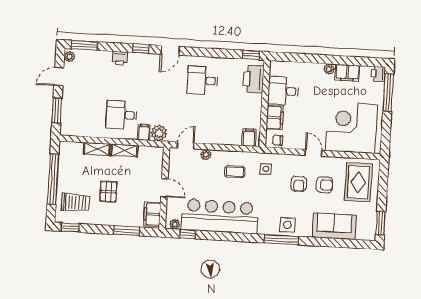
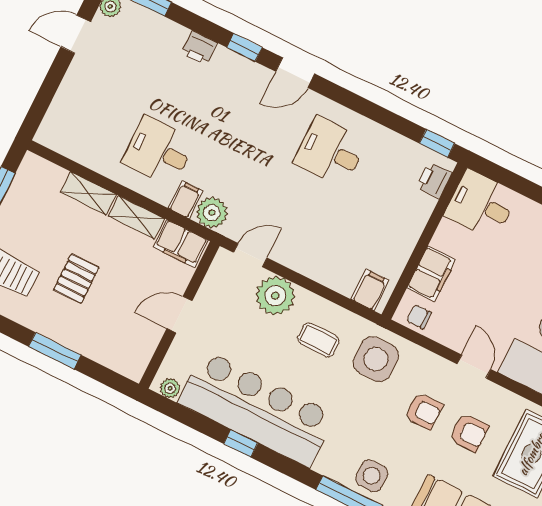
printer: (254, 79) -> (434, 180), width x0.53, depth x0.68
desk: (283, 91) -> (481, 205), moved
window: (57, 110) -> (46, 93), removed
plant: (206, 155) -> (275, 296), width x1.88, depth x1.88
side table: (266, 169) -> (376, 359), width x1.87, depth x1.87
armchair: (299, 184) -> (424, 411), turned -90
door: (164, 188) -> (180, 315), swing flipped
filing cabinet: (152, 214) -> (181, 244), moved, turned -90
window: (126, 231) -> (55, 351), moved
window: (188, 234) -> (241, 443), moved

